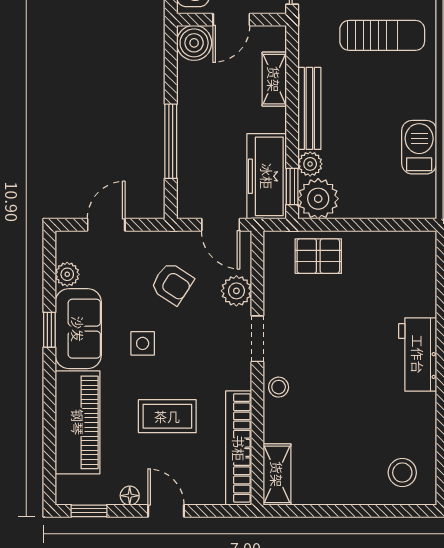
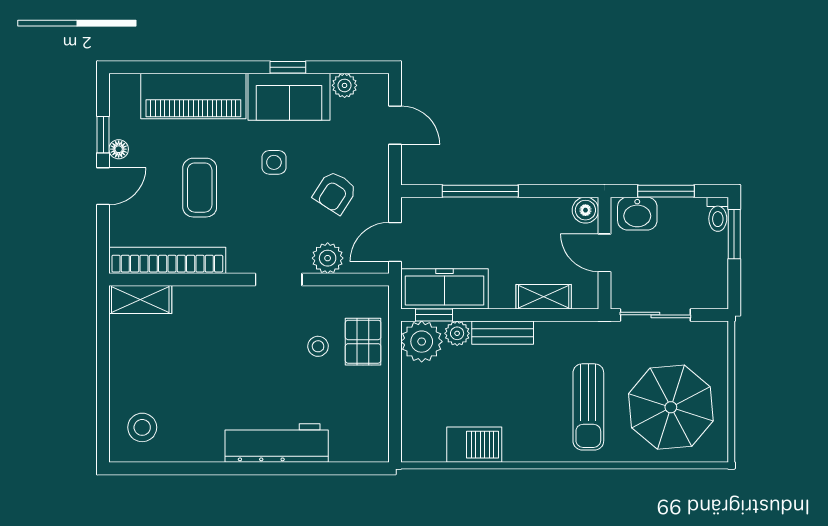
boiler: (194, 43) -> (585, 210), width x0.73, depth x0.73
bench: (309, 108) -> (503, 333), width x0.73
workbench: (418, 354) -> (277, 443), width x1.37
stool: (279, 387) -> (318, 346), moved
window: (89, 511) -> (103, 135), moved

